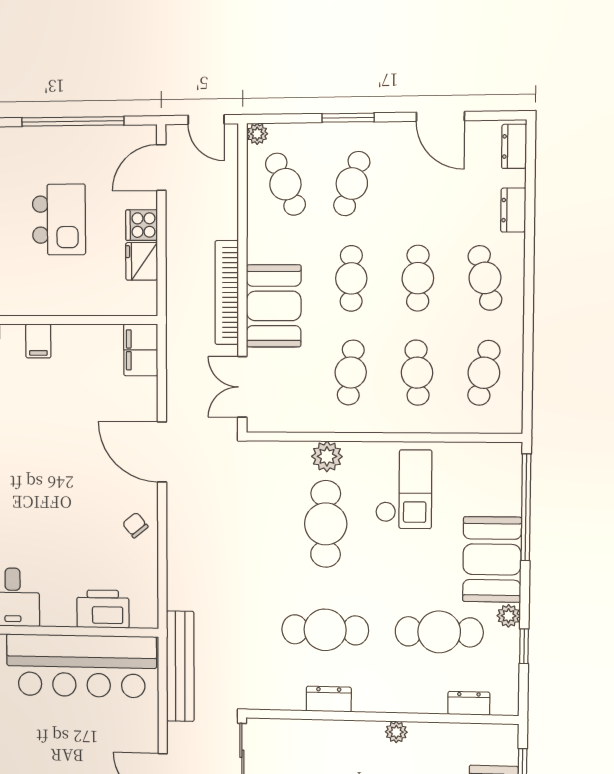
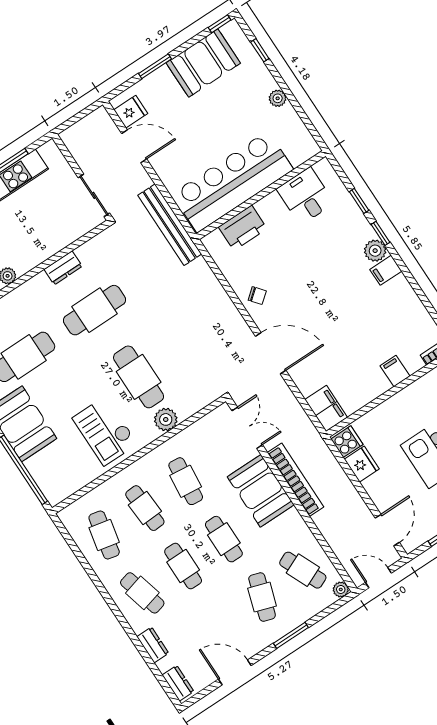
cooker: (142, 225) -> (347, 442), moved

